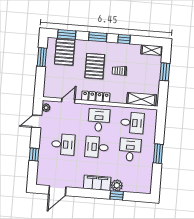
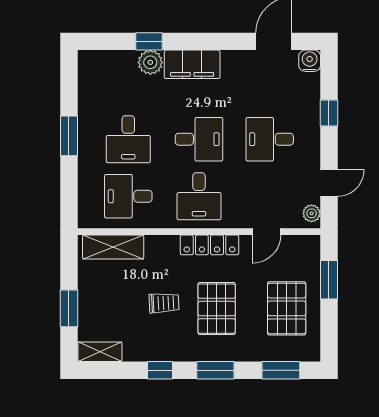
pallet: (65, 52) -> (287, 308), moved
window: (42, 57) -> (329, 280), moved
water cooler: (41, 180) -> (310, 61), added

